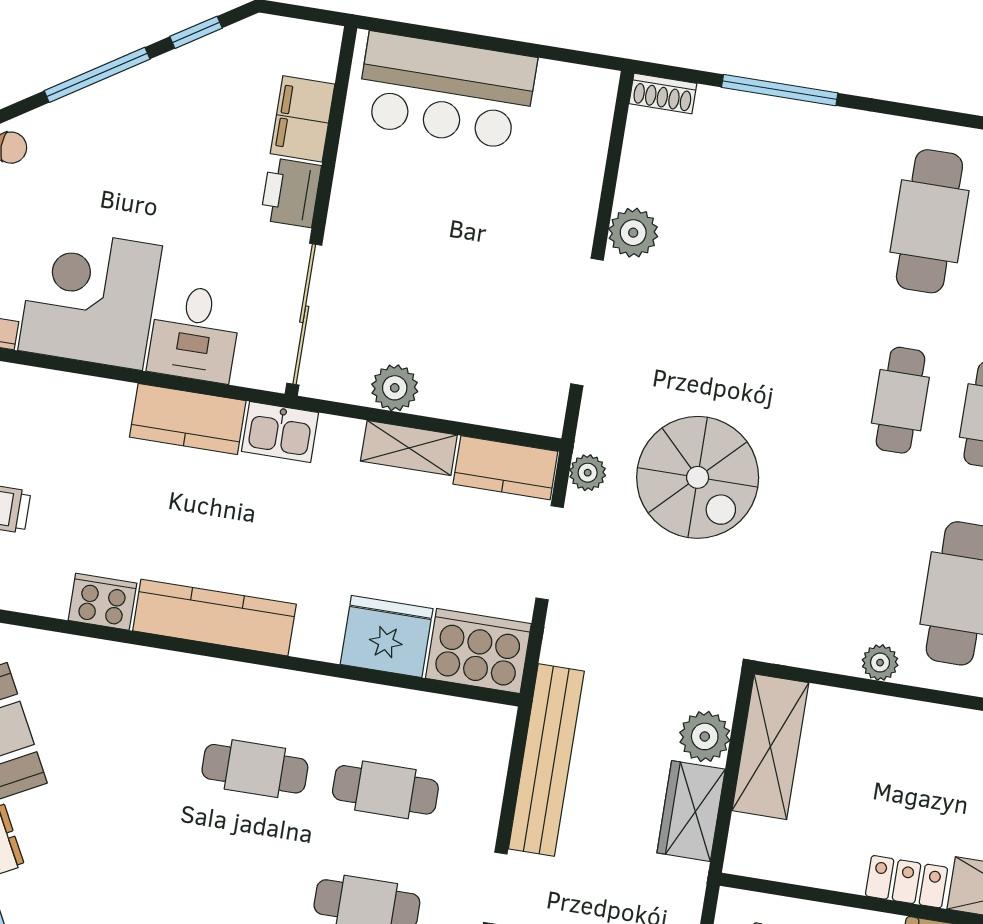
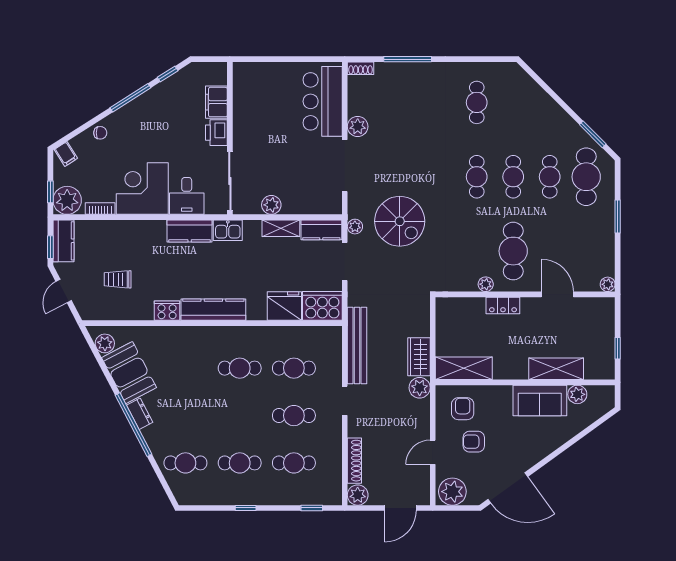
bar counter: (446, 91) -> (323, 101), moved, turned 90
cafe table: (929, 221) -> (477, 102), width x0.73, depth x0.74
plant: (705, 736) -> (420, 388), moved
shelving: (770, 747) -> (464, 368), moved, turned 90
locker: (906, 882) -> (503, 305), moved, turned 180

